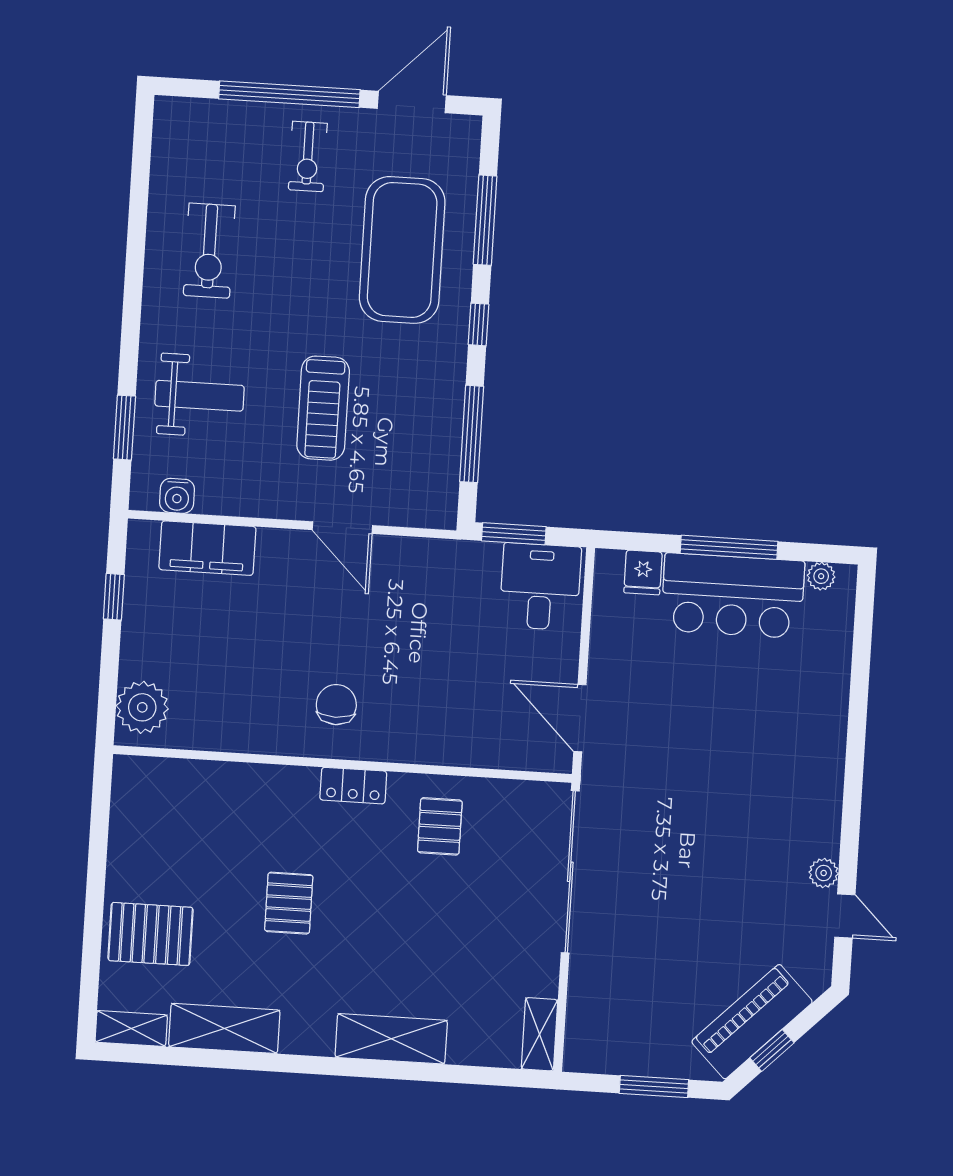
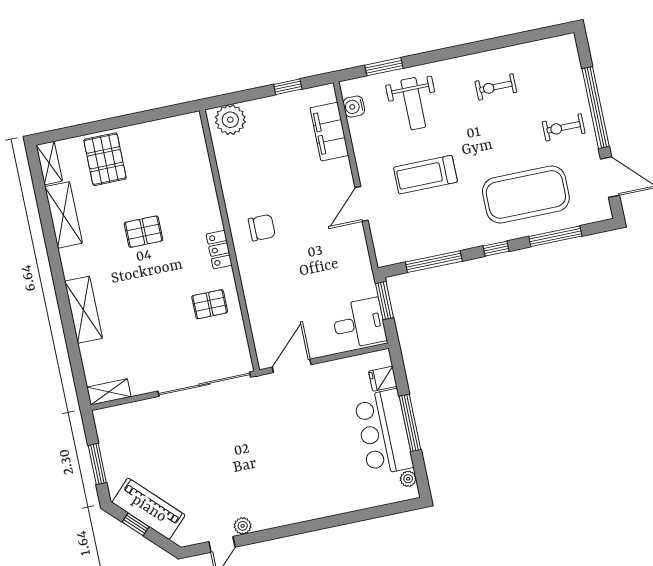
exercise bike: (209, 251) -> (496, 87), width x0.73, depth x0.72

